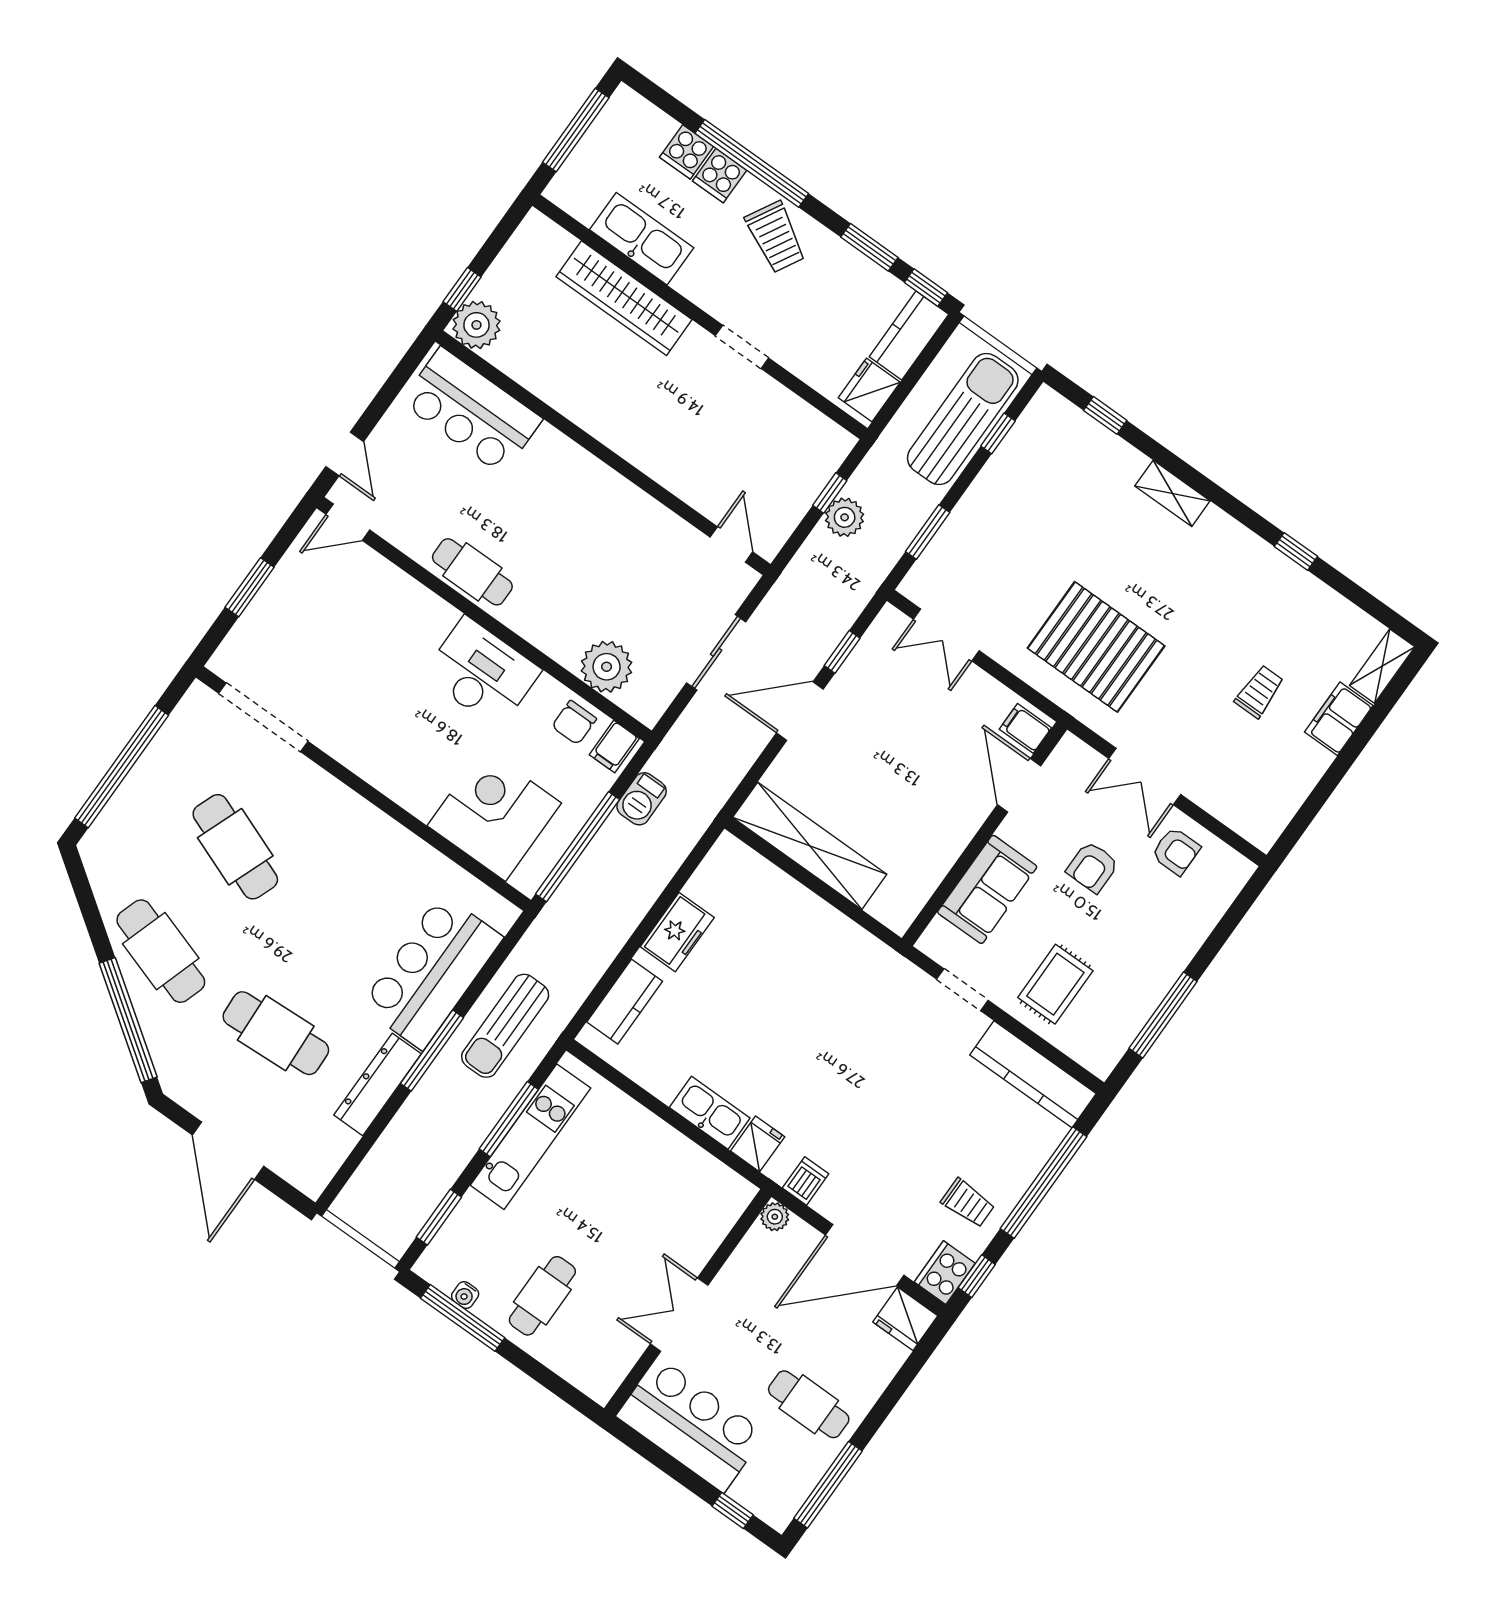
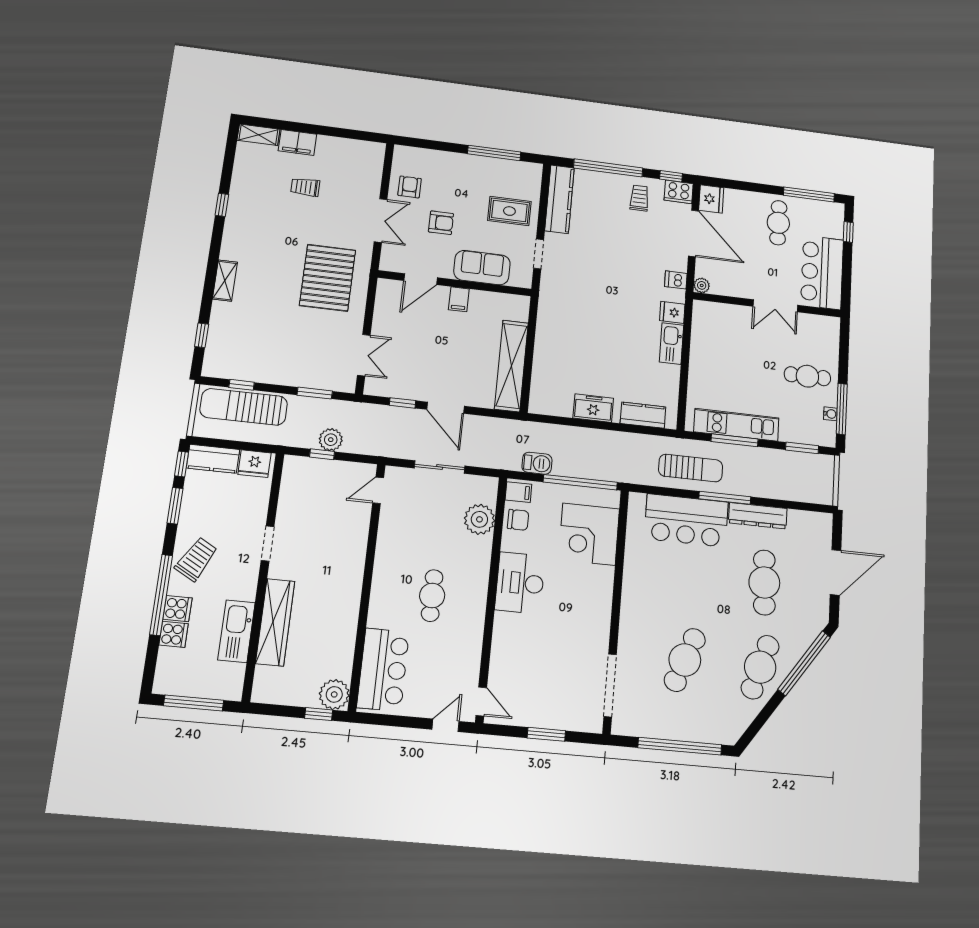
cafe table: (472, 572) -> (432, 596), moved
filing cabinet: (1025, 728) -> (459, 299), moved

